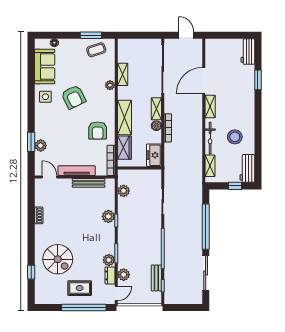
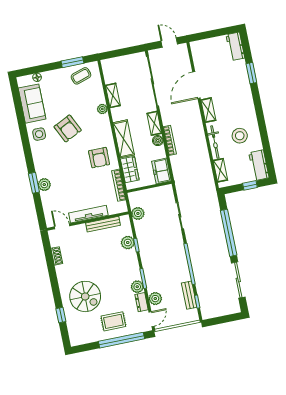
tv unit: (77, 171) -> (88, 214), moved
door: (49, 177) -> (62, 226), moved
wall: (75, 177) -> (88, 221), moved
bench: (89, 183) -> (103, 224), moved

